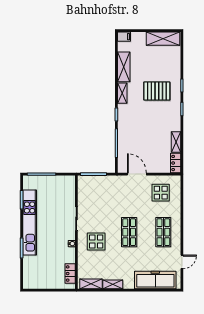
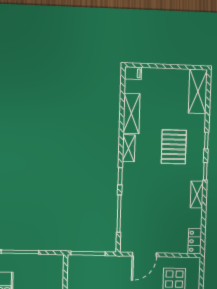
shelving: (163, 39) -> (198, 91), moved, turned 90
pallet: (157, 91) -> (174, 147), turned 90
shelving: (176, 142) -> (197, 194), moved
door: (137, 174) -> (144, 255), swing flipped

